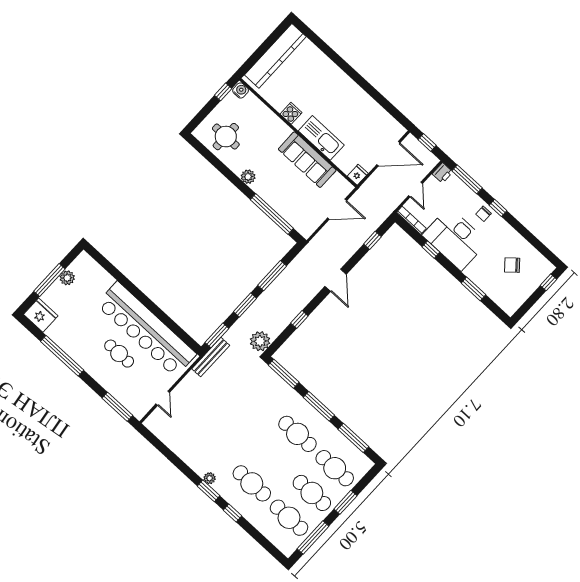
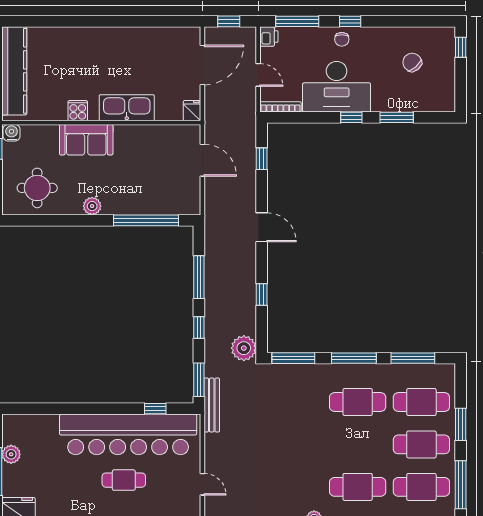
sofa: (307, 160) -> (86, 140), moved, width x0.73
door: (337, 209) -> (202, 160), hinge flipped
window: (431, 250) -> (351, 117), moved
chair: (512, 265) -> (412, 62), turned 90
window: (245, 305) -> (199, 327), width x0.67
window: (176, 329) -> (155, 409), added

